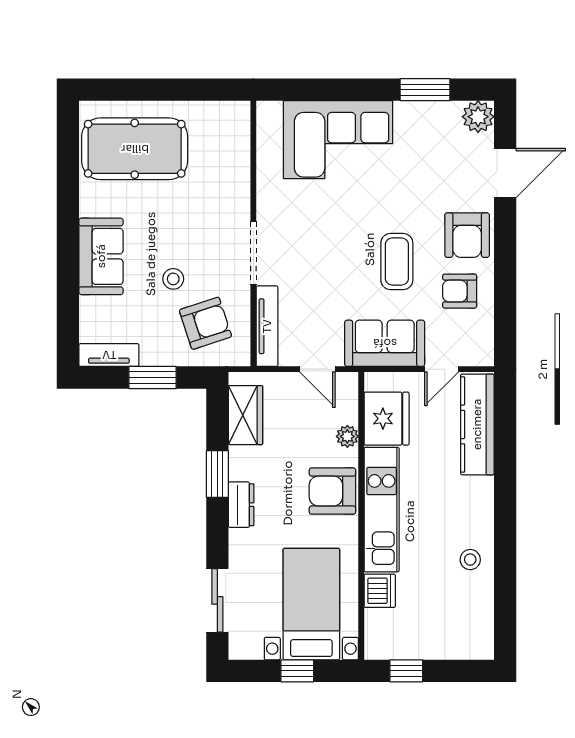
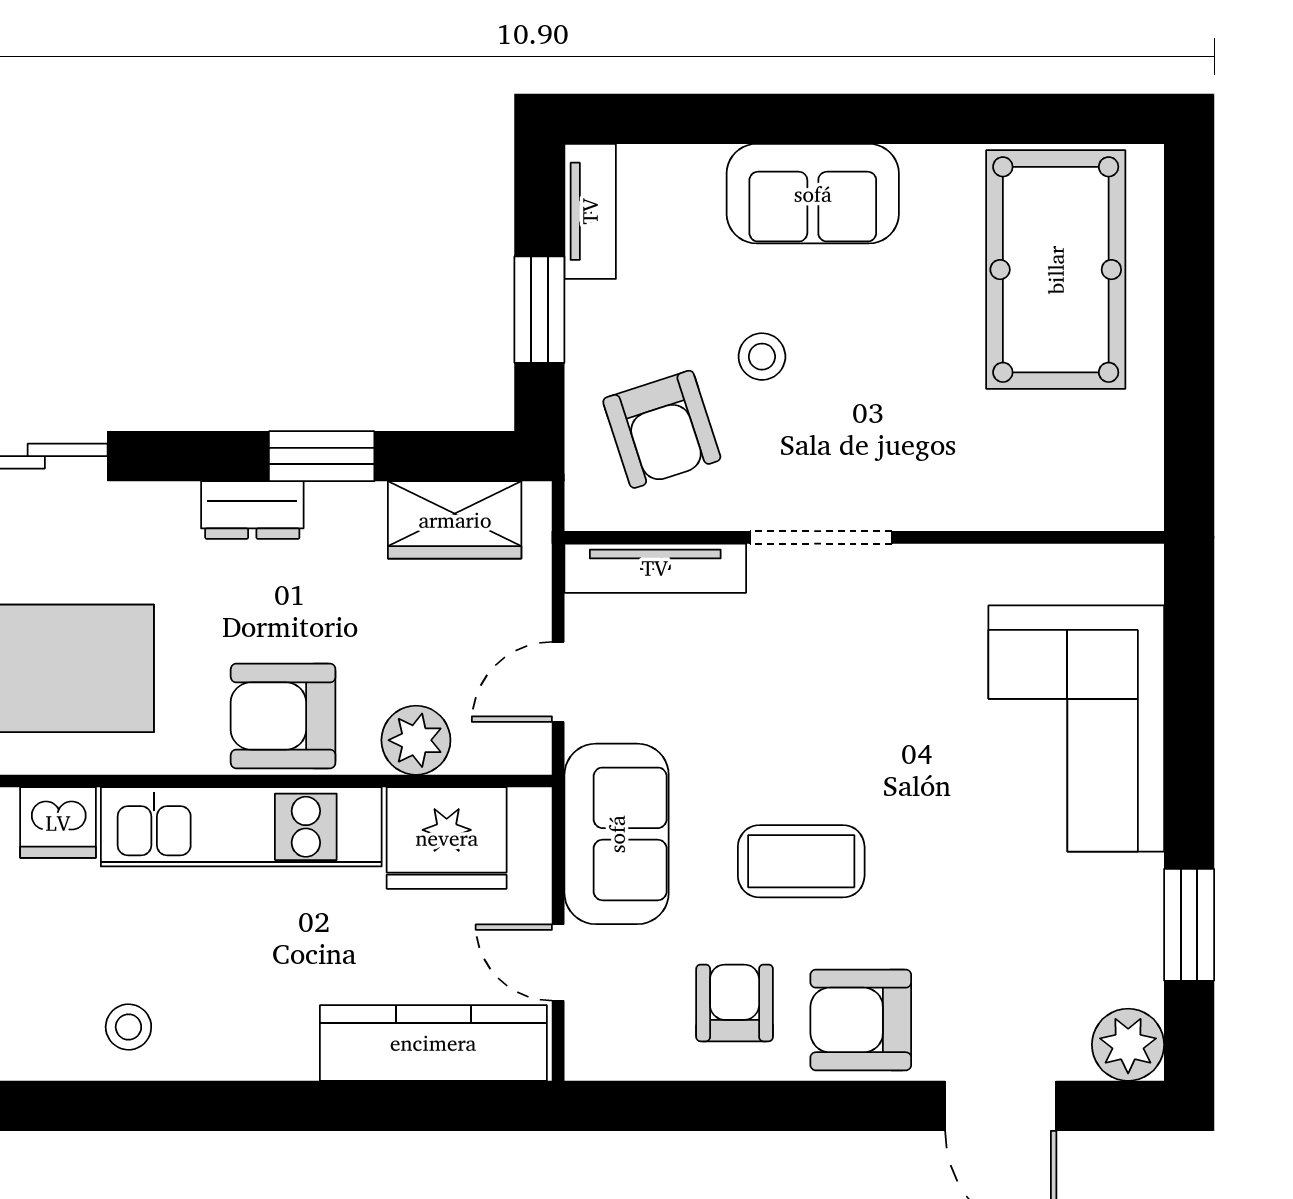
plant: (347, 436) -> (416, 740), width x1.38, depth x1.38
armchair: (332, 491) -> (283, 716), turned -90

